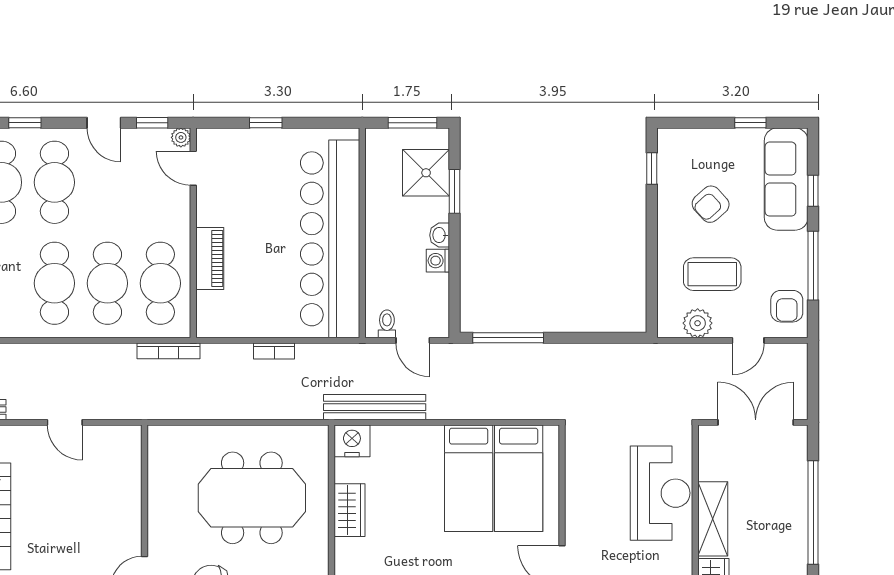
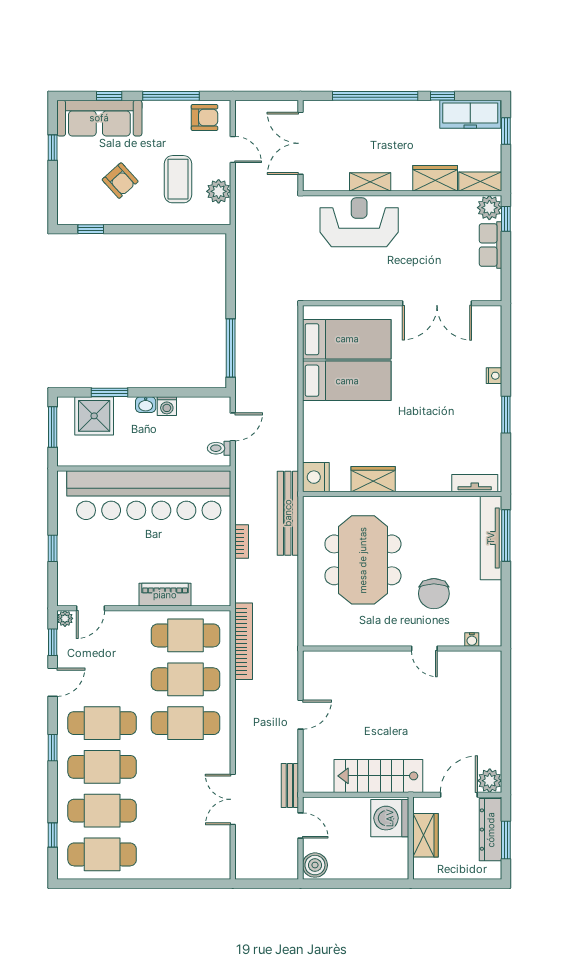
bookcase: (168, 351) -> (244, 641), width x1.48, depth x1.31
bench: (375, 407) -> (288, 513), moved
shelving: (713, 519) -> (370, 182), width x0.67, depth x0.75

